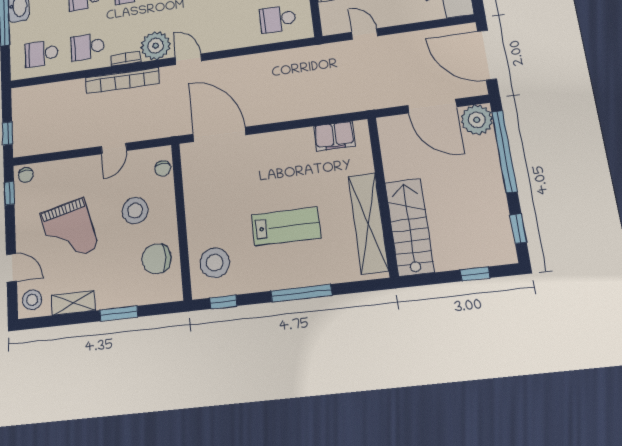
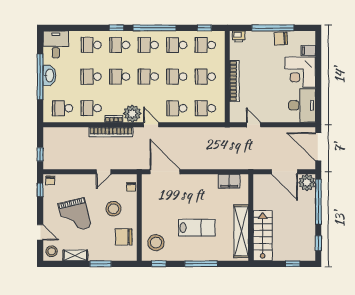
school desk: (229, 26) -> (177, 108), added

